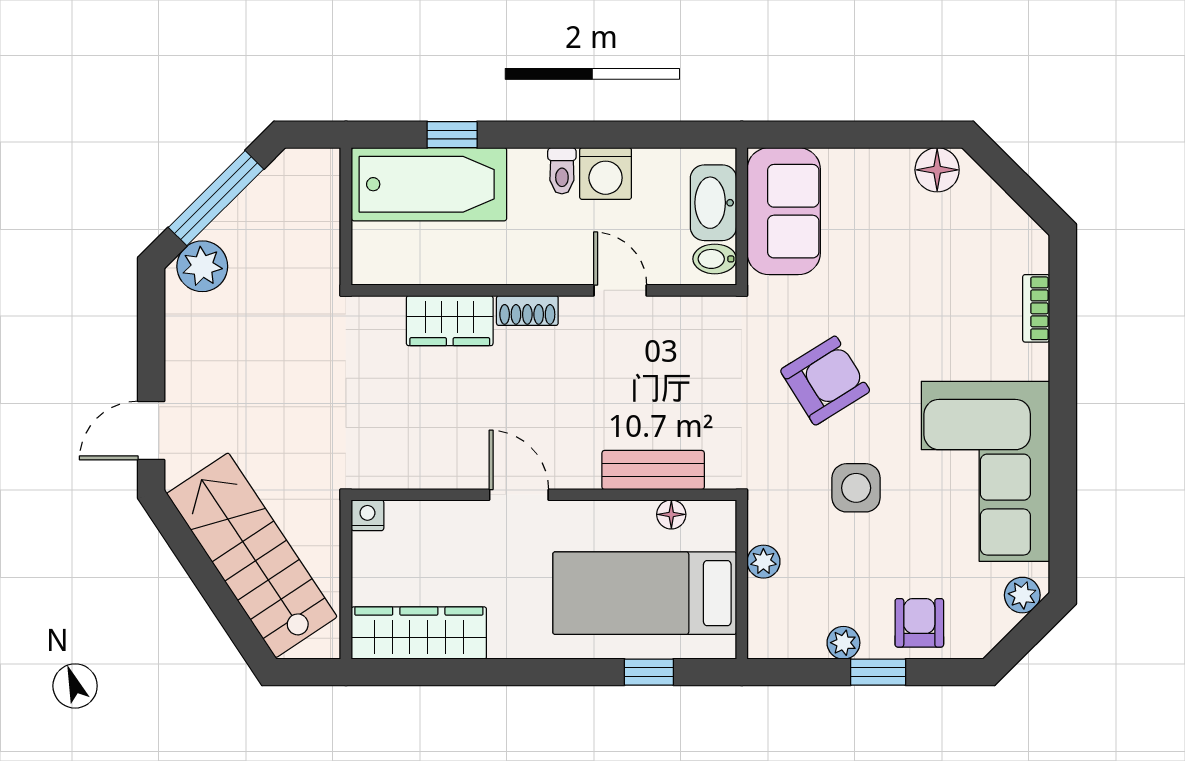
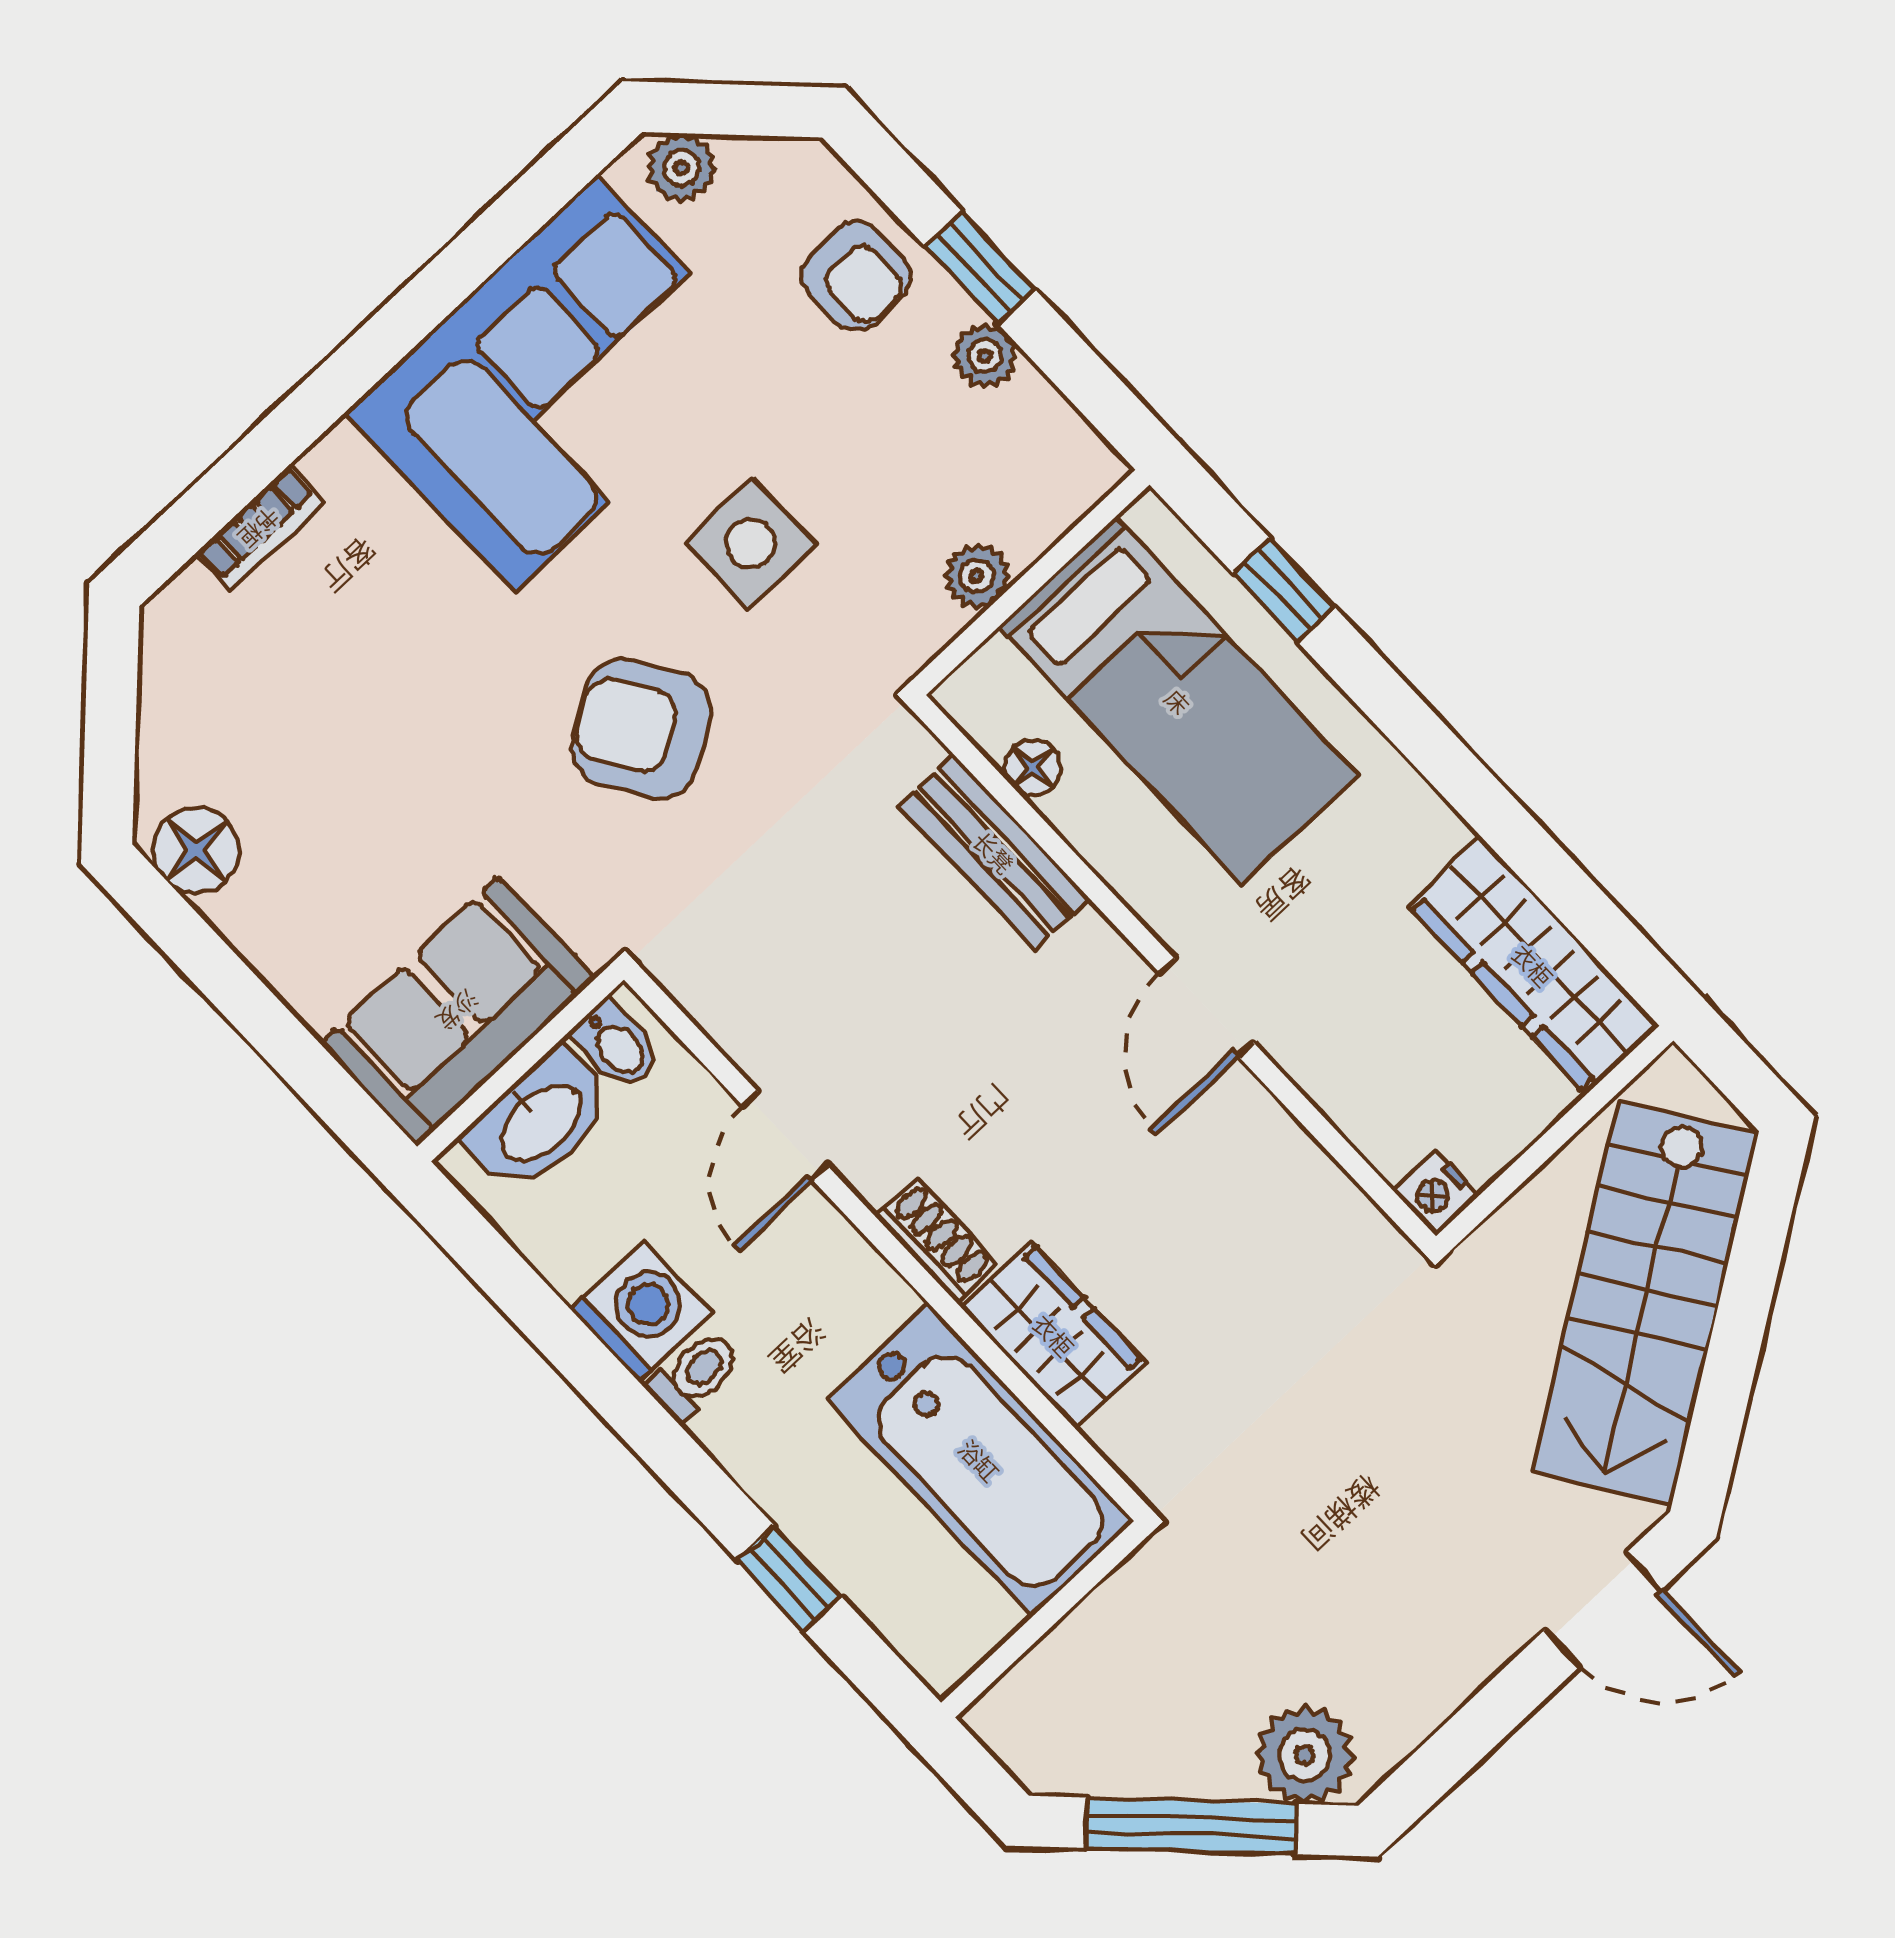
bathtub: (429, 184) -> (980, 1460), moved, turned 180
armchair: (919, 623) -> (856, 276), turned -90

